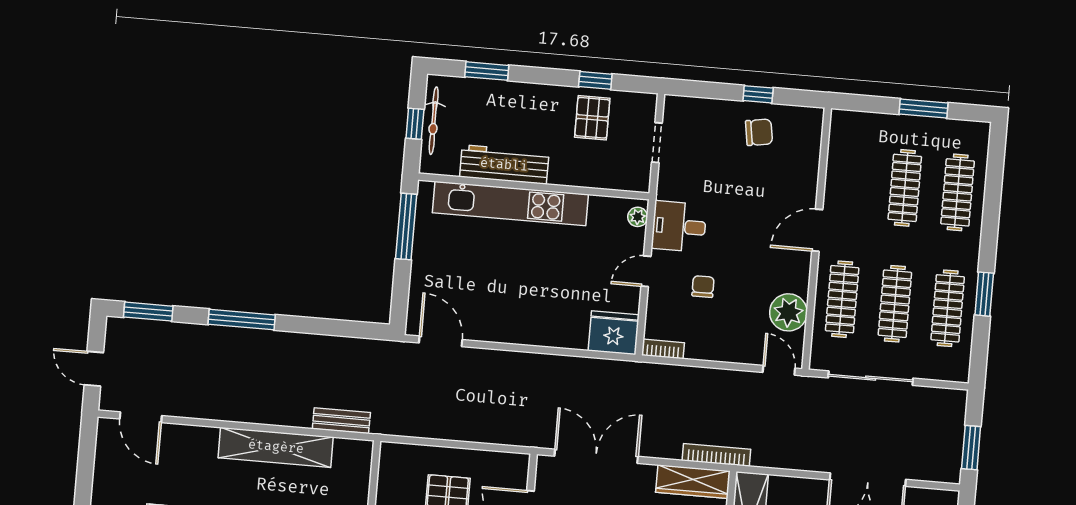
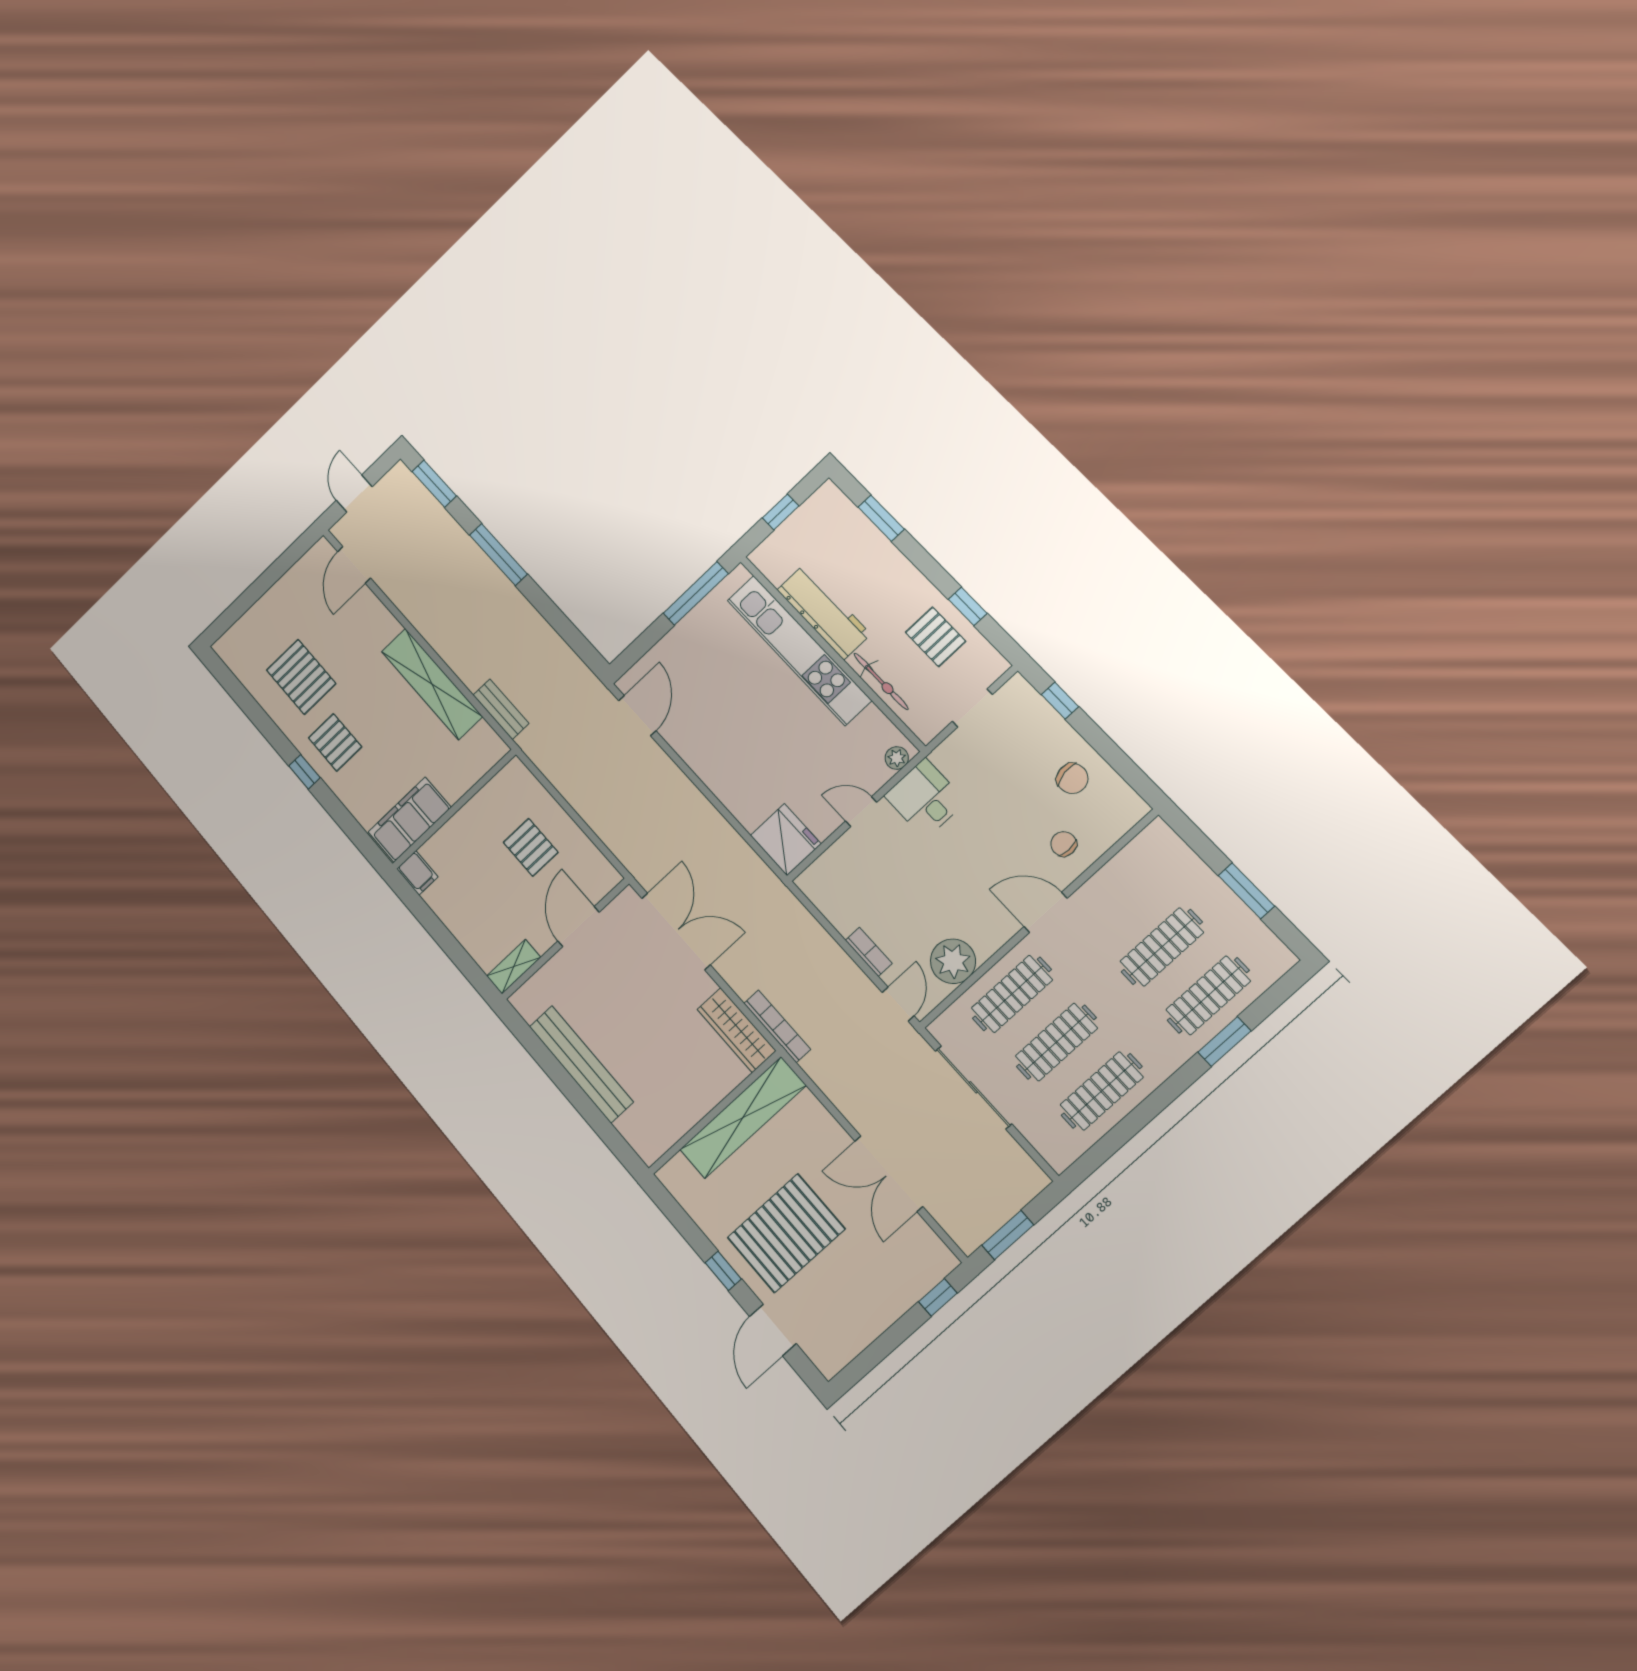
window: (758, 94) -> (1060, 701), moved
pallet: (592, 118) -> (936, 637), turned 90
bicycle: (434, 121) -> (881, 681), moved, turned -90
chair: (703, 287) -> (1064, 844), moved, turned -90
window: (984, 294) -> (1224, 1042), moved
bookcase: (663, 349) -> (869, 952), moved

